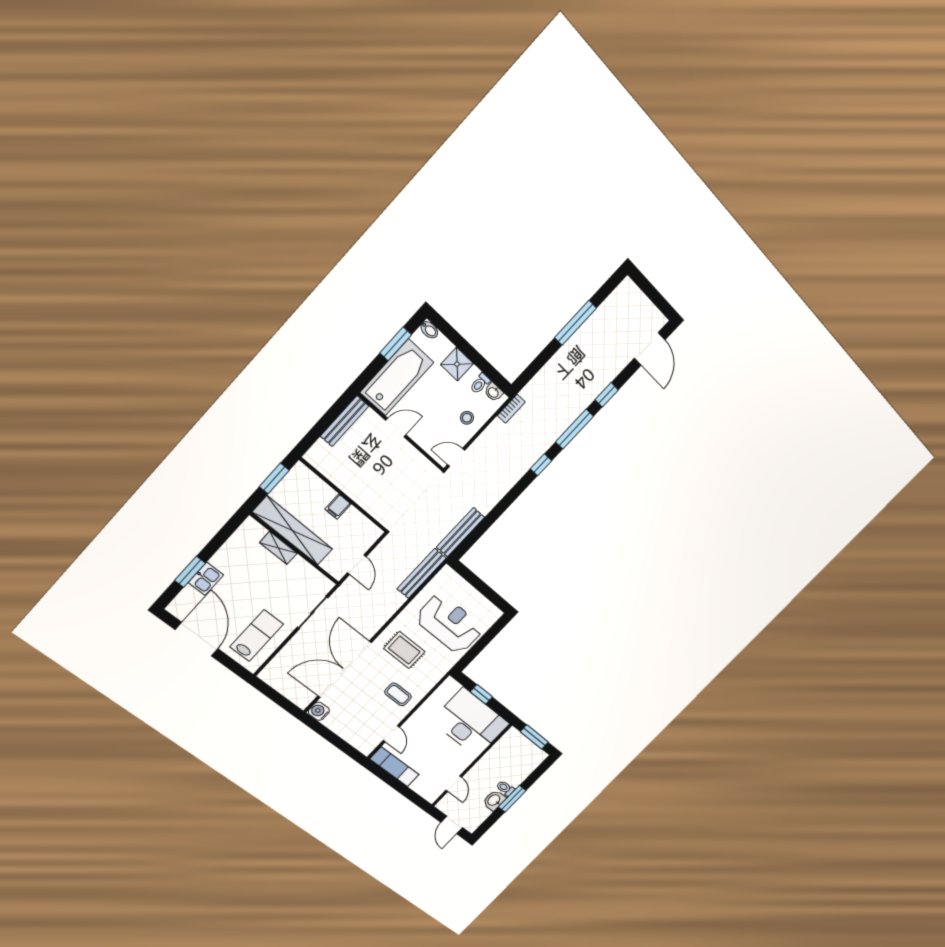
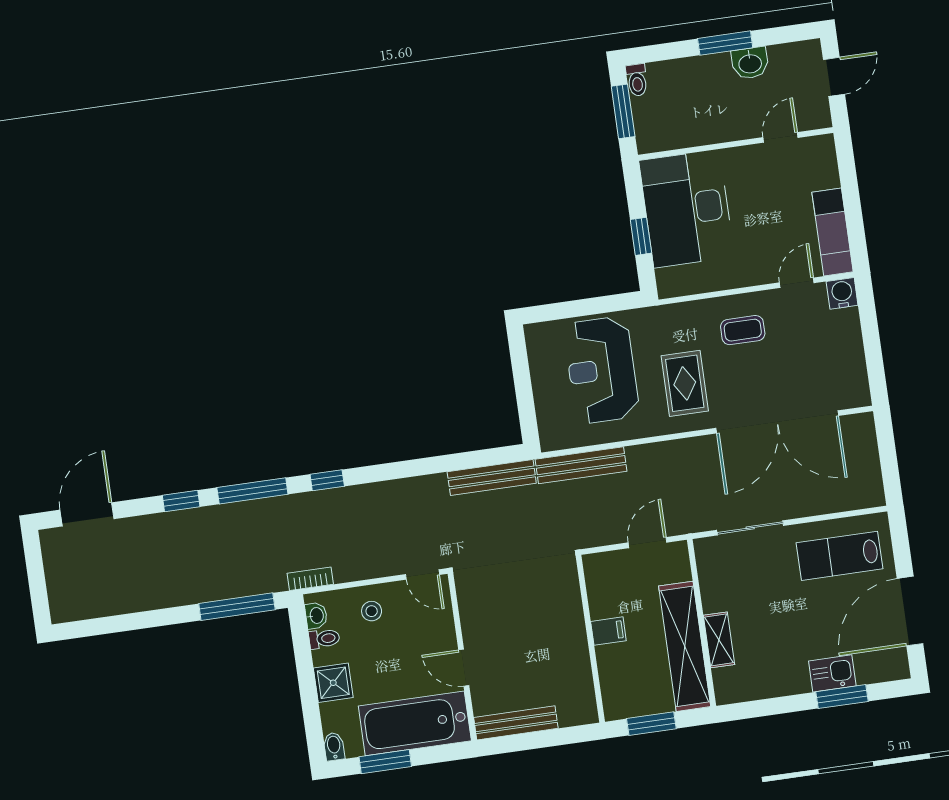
window: (575, 323) -> (237, 607), moved
coffee table: (398, 694) -> (743, 330), turned 90
water cooler: (319, 711) -> (842, 293), moved, turned 180
toilet: (505, 788) -> (637, 80), moved

